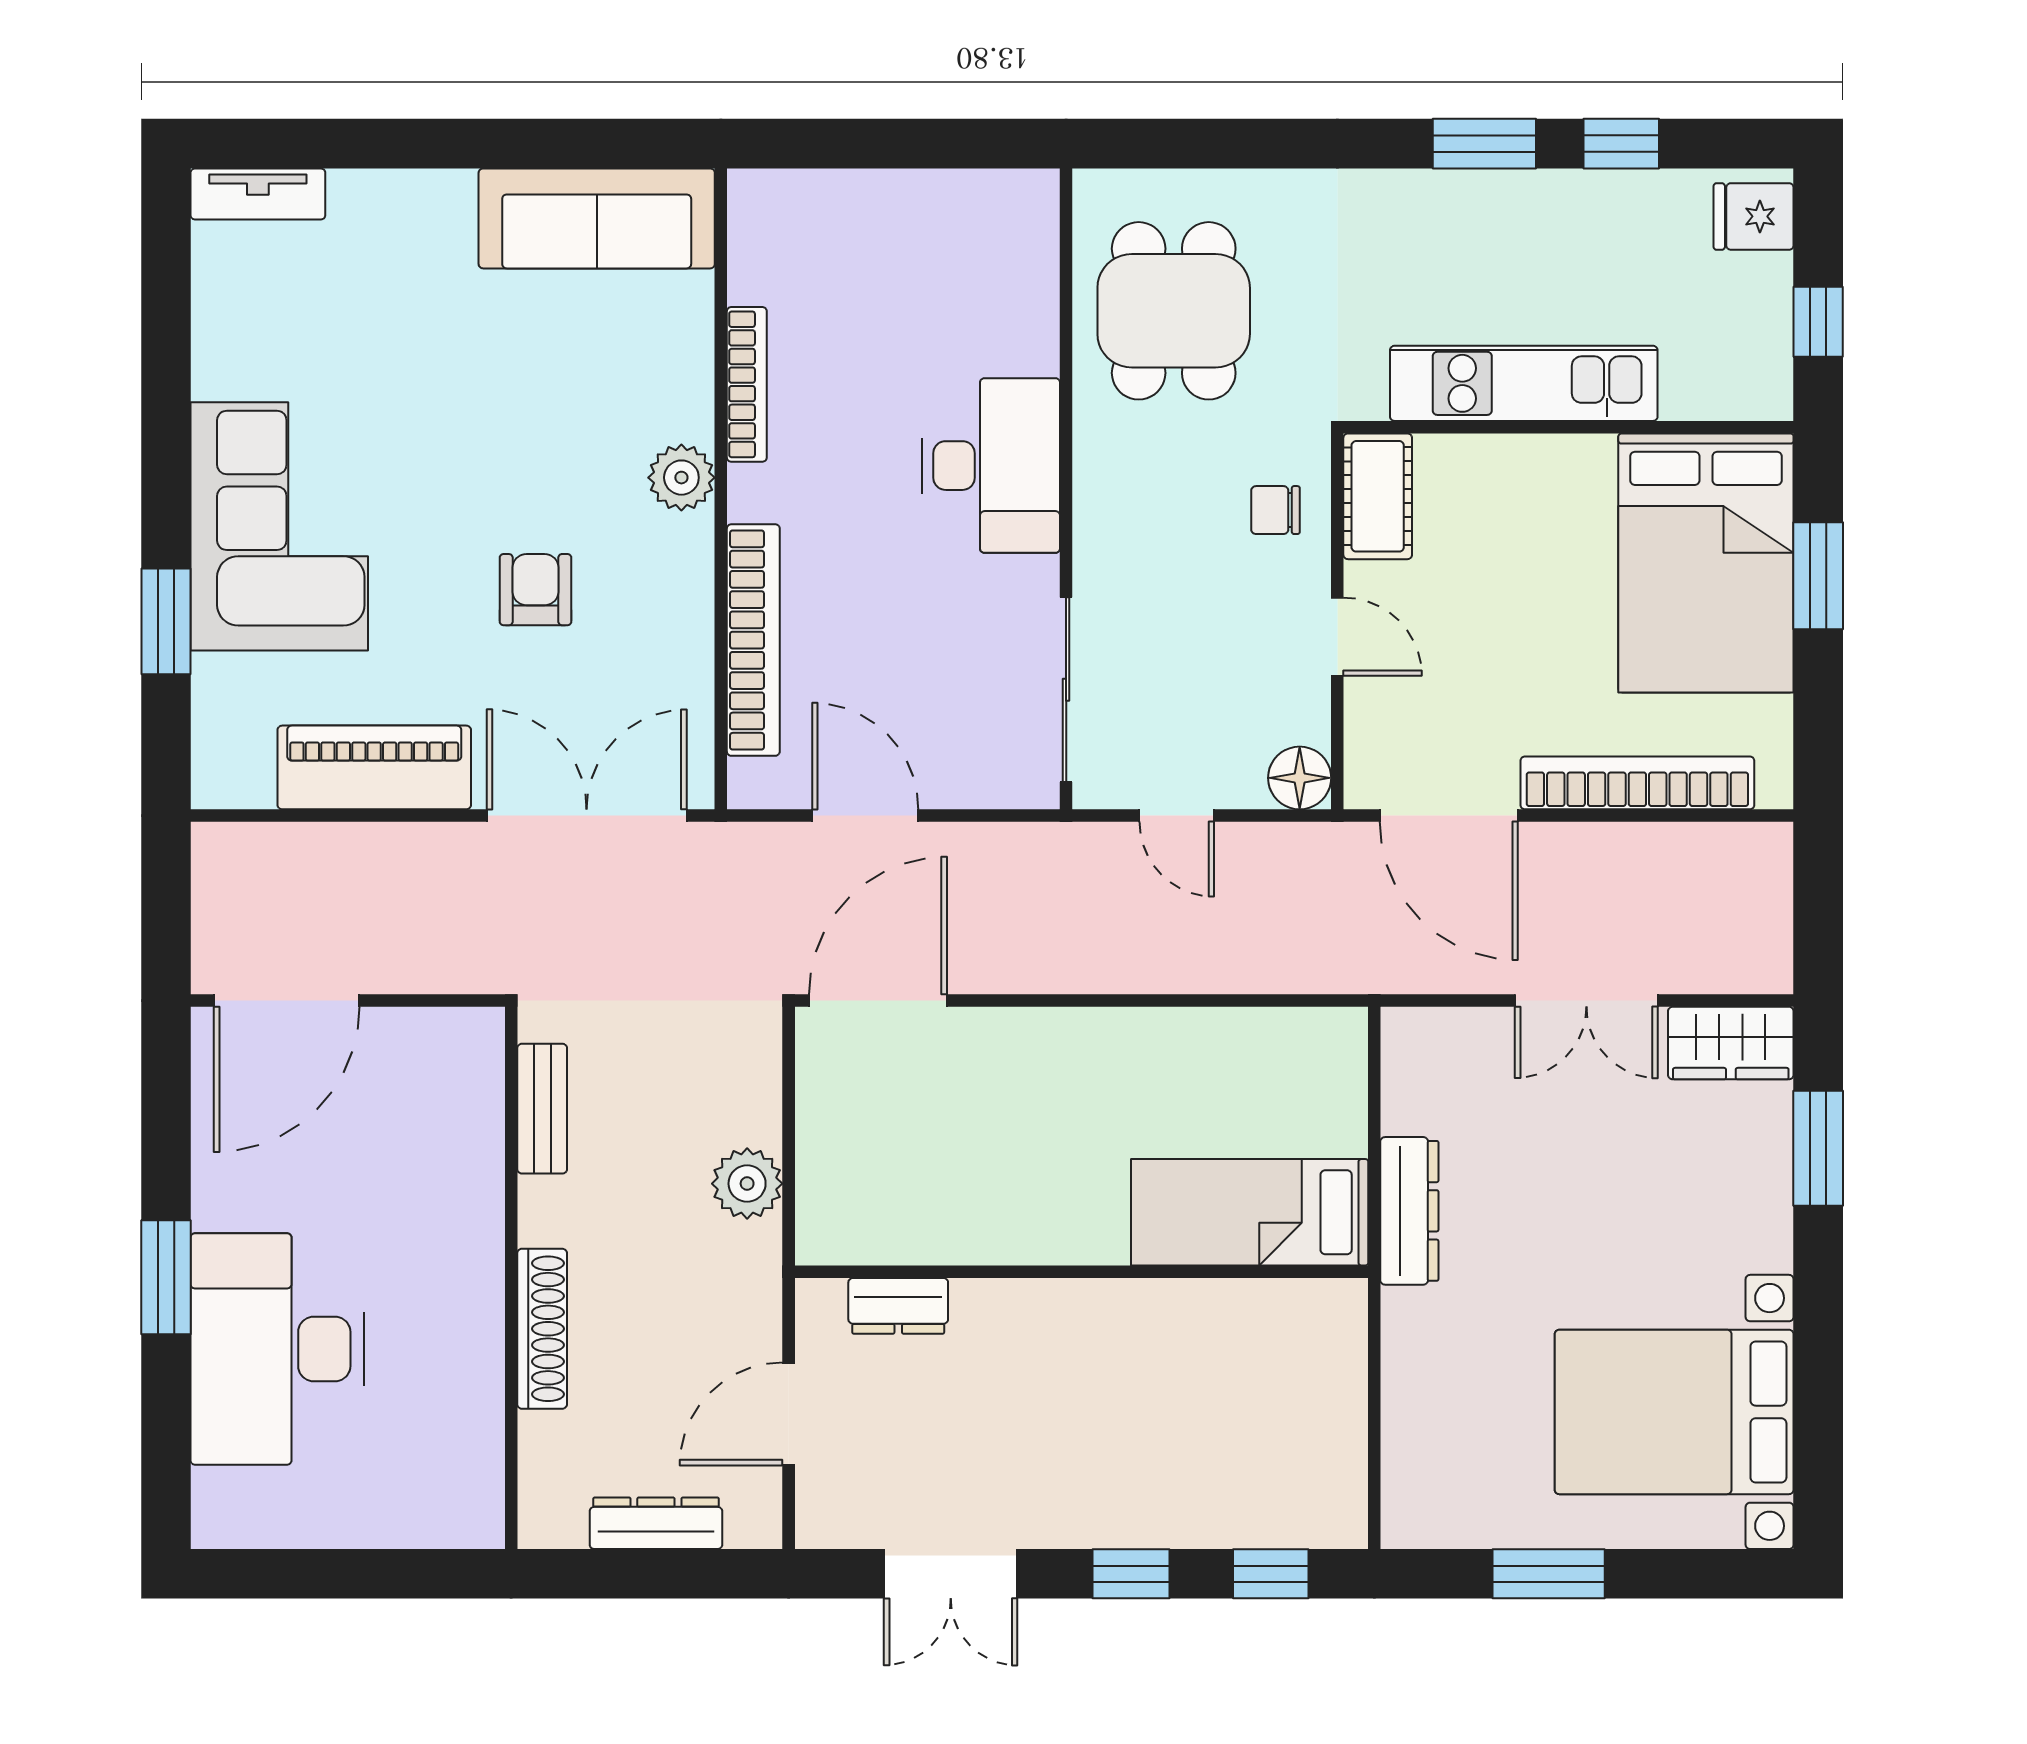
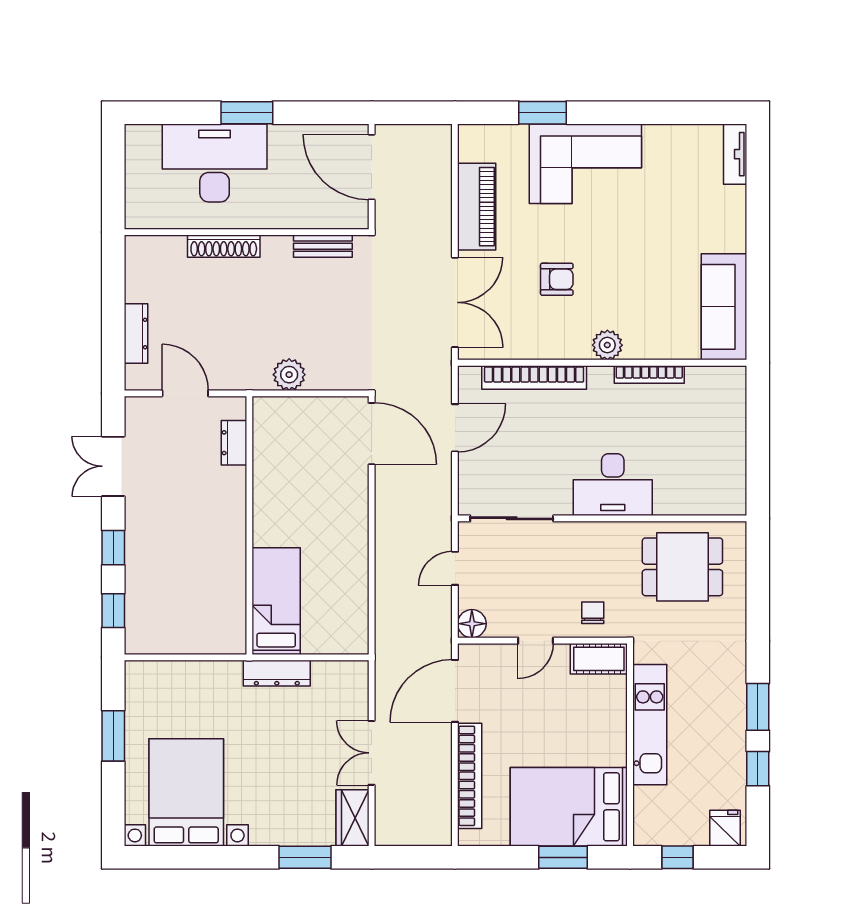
bench: (542, 1109) -> (323, 246), moved
wall: (511, 1278) -> (247, 232), moved
shoe rack: (542, 1329) -> (224, 246), moved

